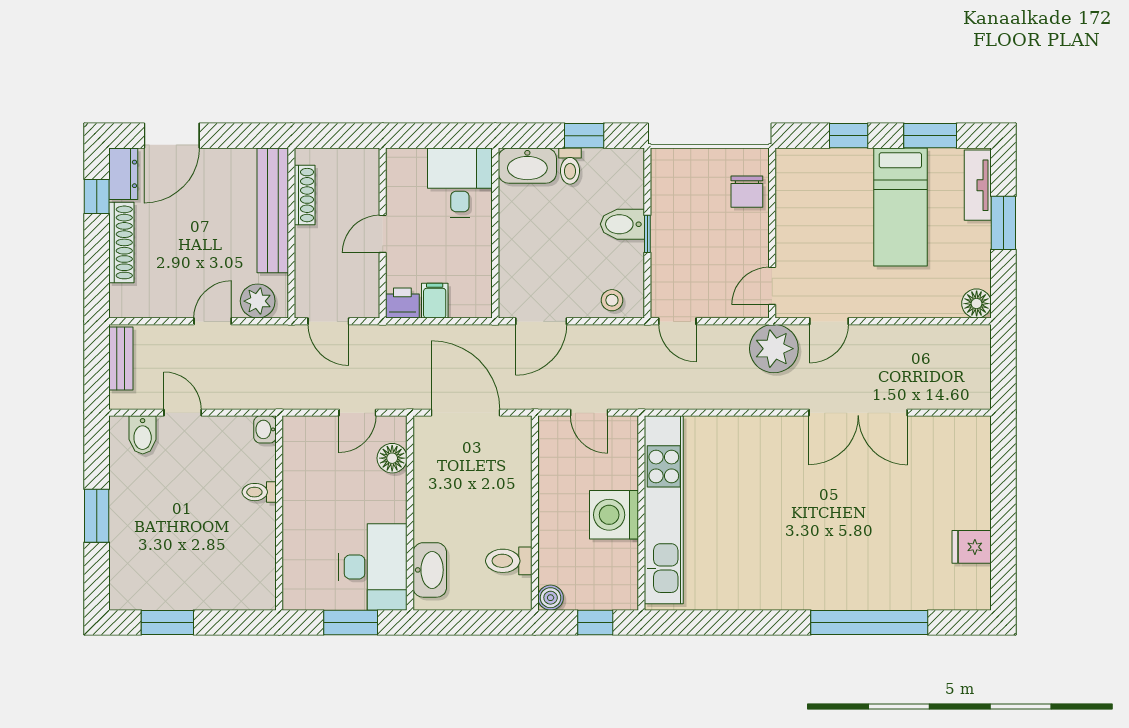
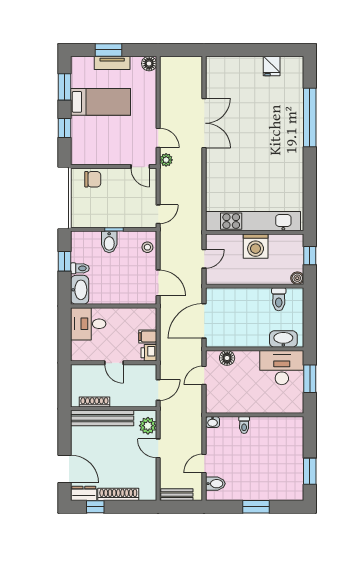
tv unit: (978, 185) -> (112, 63), moved
plant: (774, 349) -> (166, 160), width x0.53, depth x0.53
door: (357, 413) -> (204, 375), swing flipped

